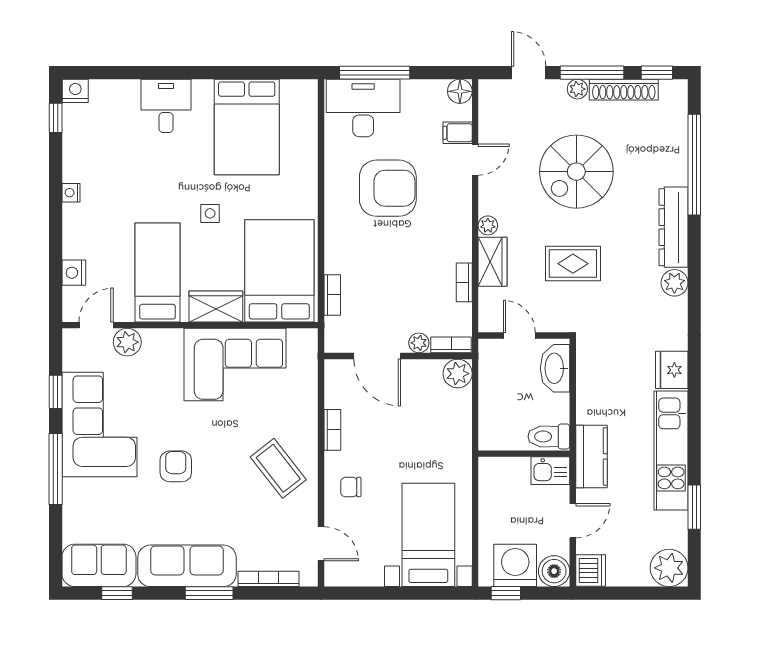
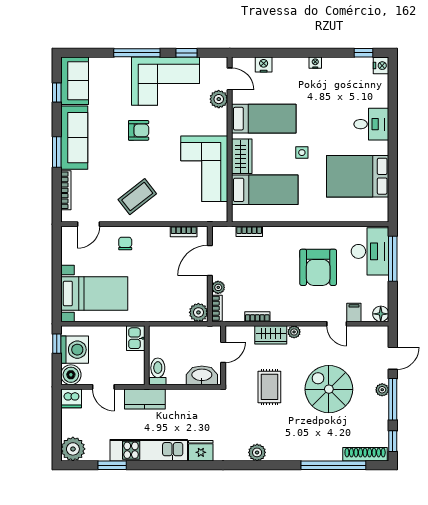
shoe rack: (624, 90) -> (365, 454), moved, turned 90
dresser: (674, 227) -> (293, 452), removed
bed: (279, 271) -> (265, 190), width x0.67
bookcase: (332, 430) -> (184, 232), moved
kitchen sink: (550, 471) -> (136, 338), moved

